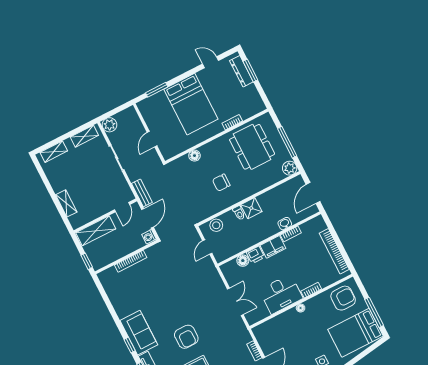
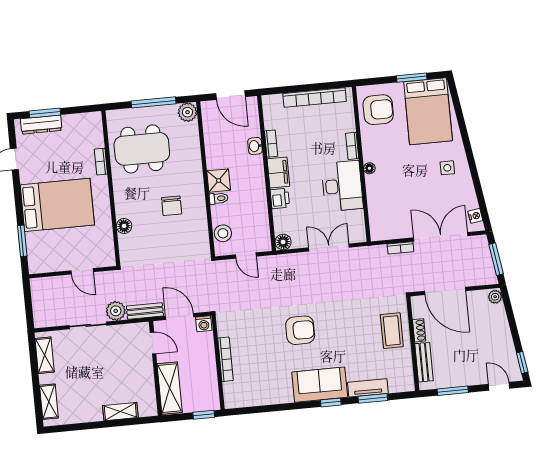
plant: (109, 125) -> (116, 311), moved
floor lamp: (243, 261) -> (283, 242), moved
armchair: (343, 298) -> (378, 110), turned 90
window: (374, 312) -> (412, 78), width x0.69
armchair: (186, 337) -> (300, 330), moved

